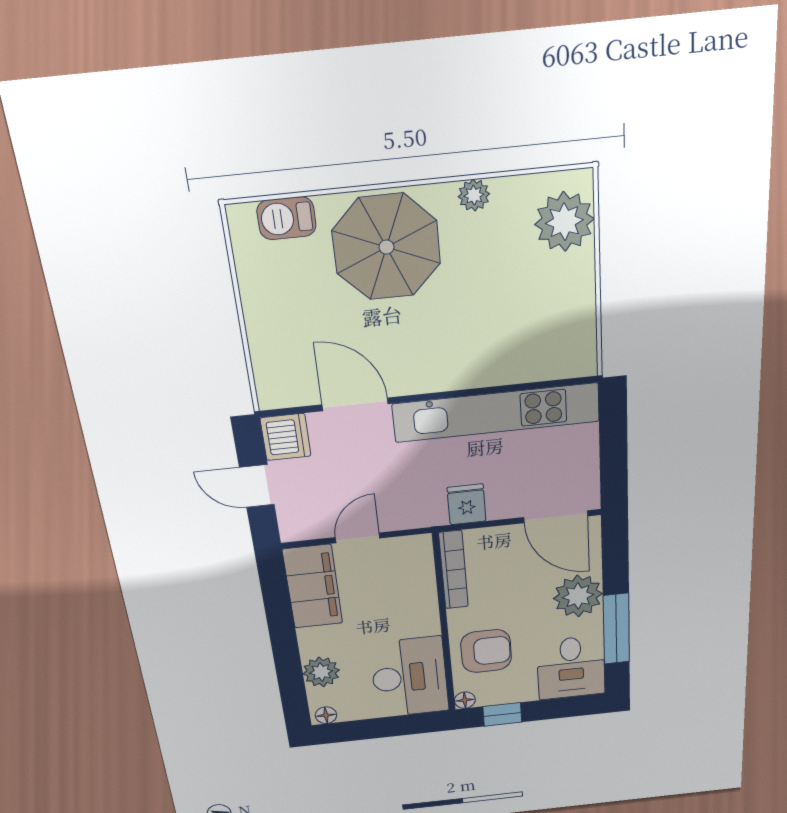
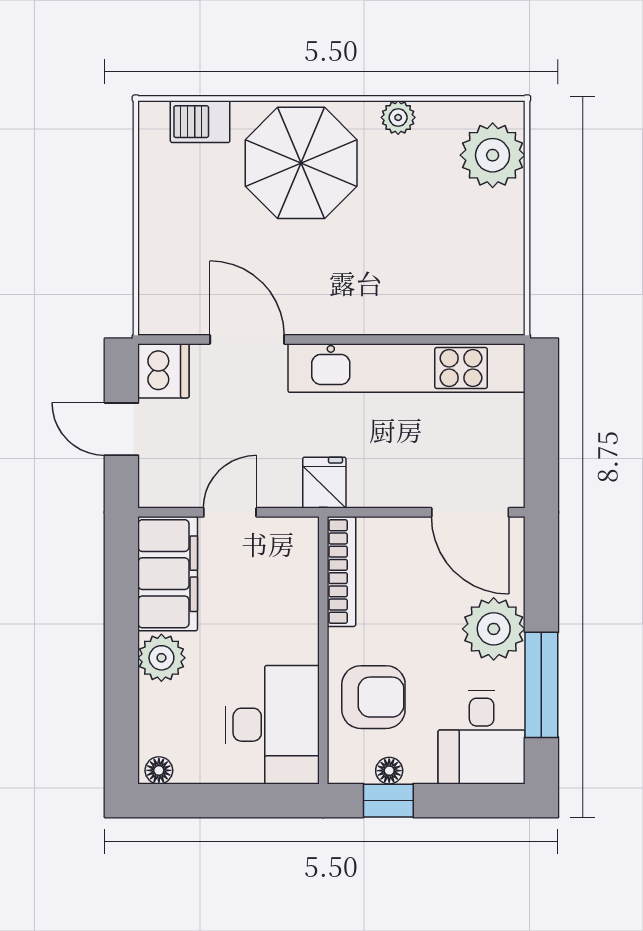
fridge: (467, 504) -> (324, 483), moved
plant: (321, 672) -> (161, 658), moved
floor lamp: (465, 700) -> (389, 771), moved

